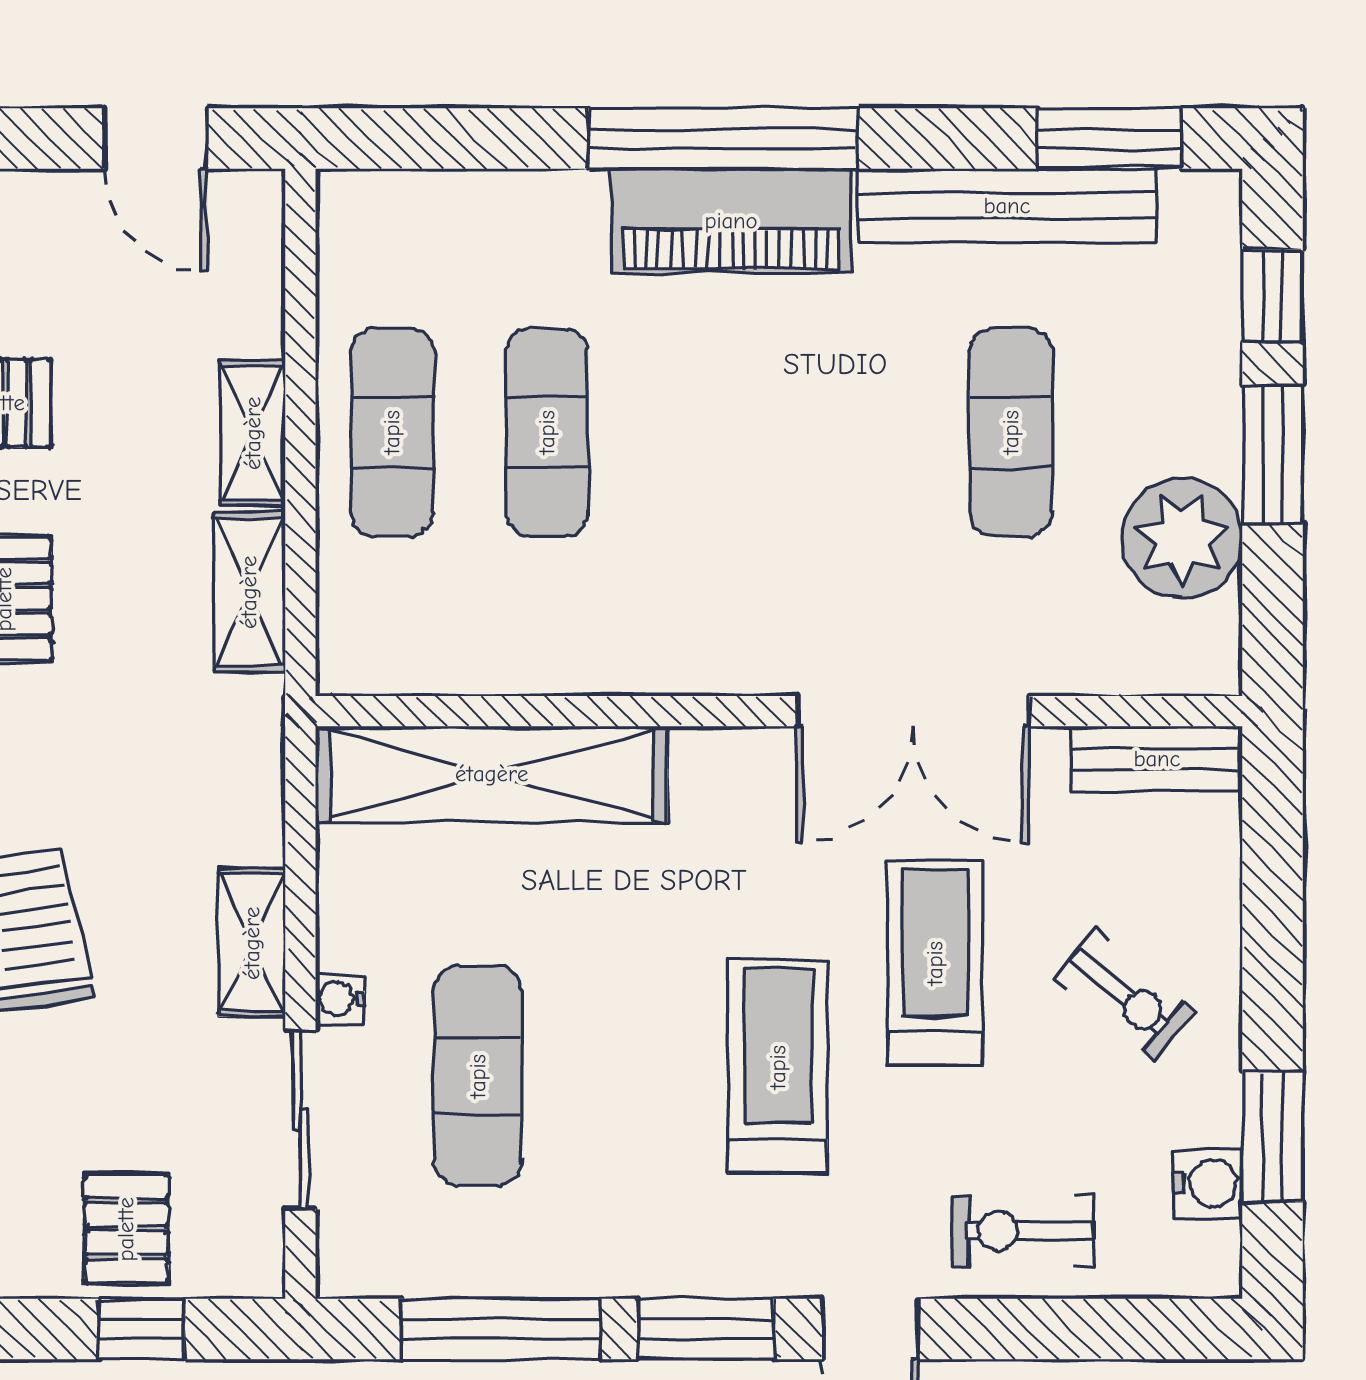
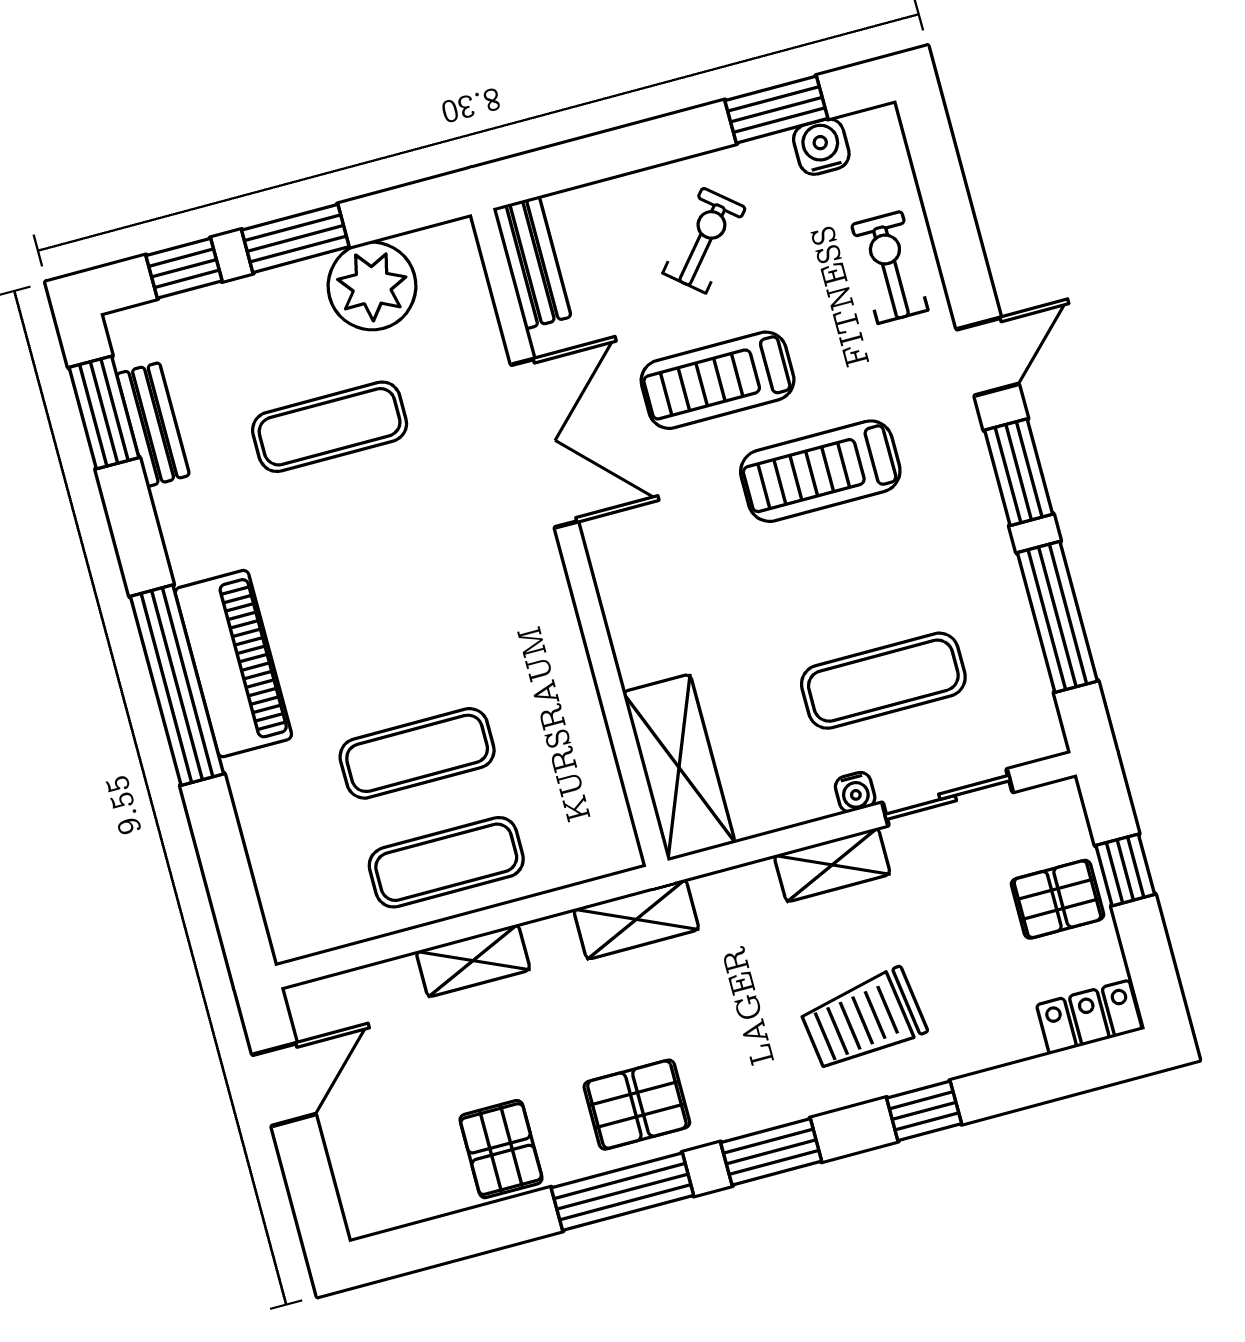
bench: (1007, 206) -> (153, 425), width x0.54, depth x0.82
shelving: (249, 592) -> (636, 919), moved
shelving: (492, 774) -> (679, 767), width x0.68
exercise bike: (1023, 1231) -> (890, 267), turned 180

